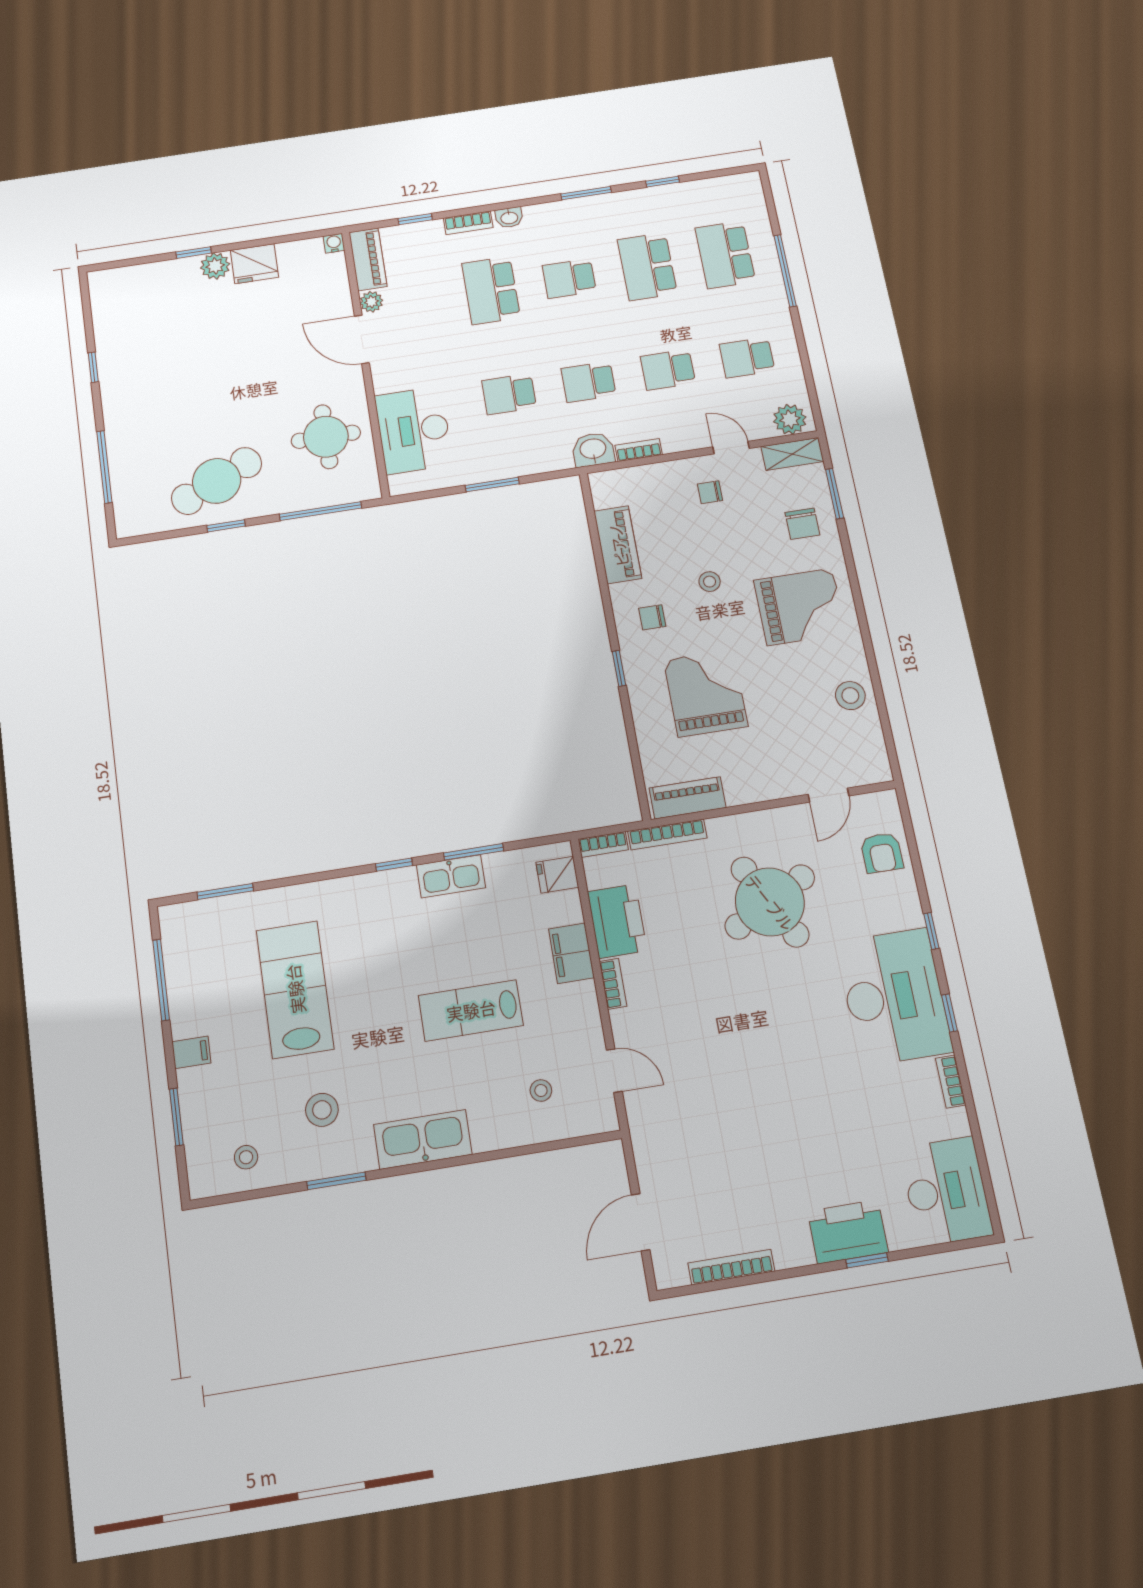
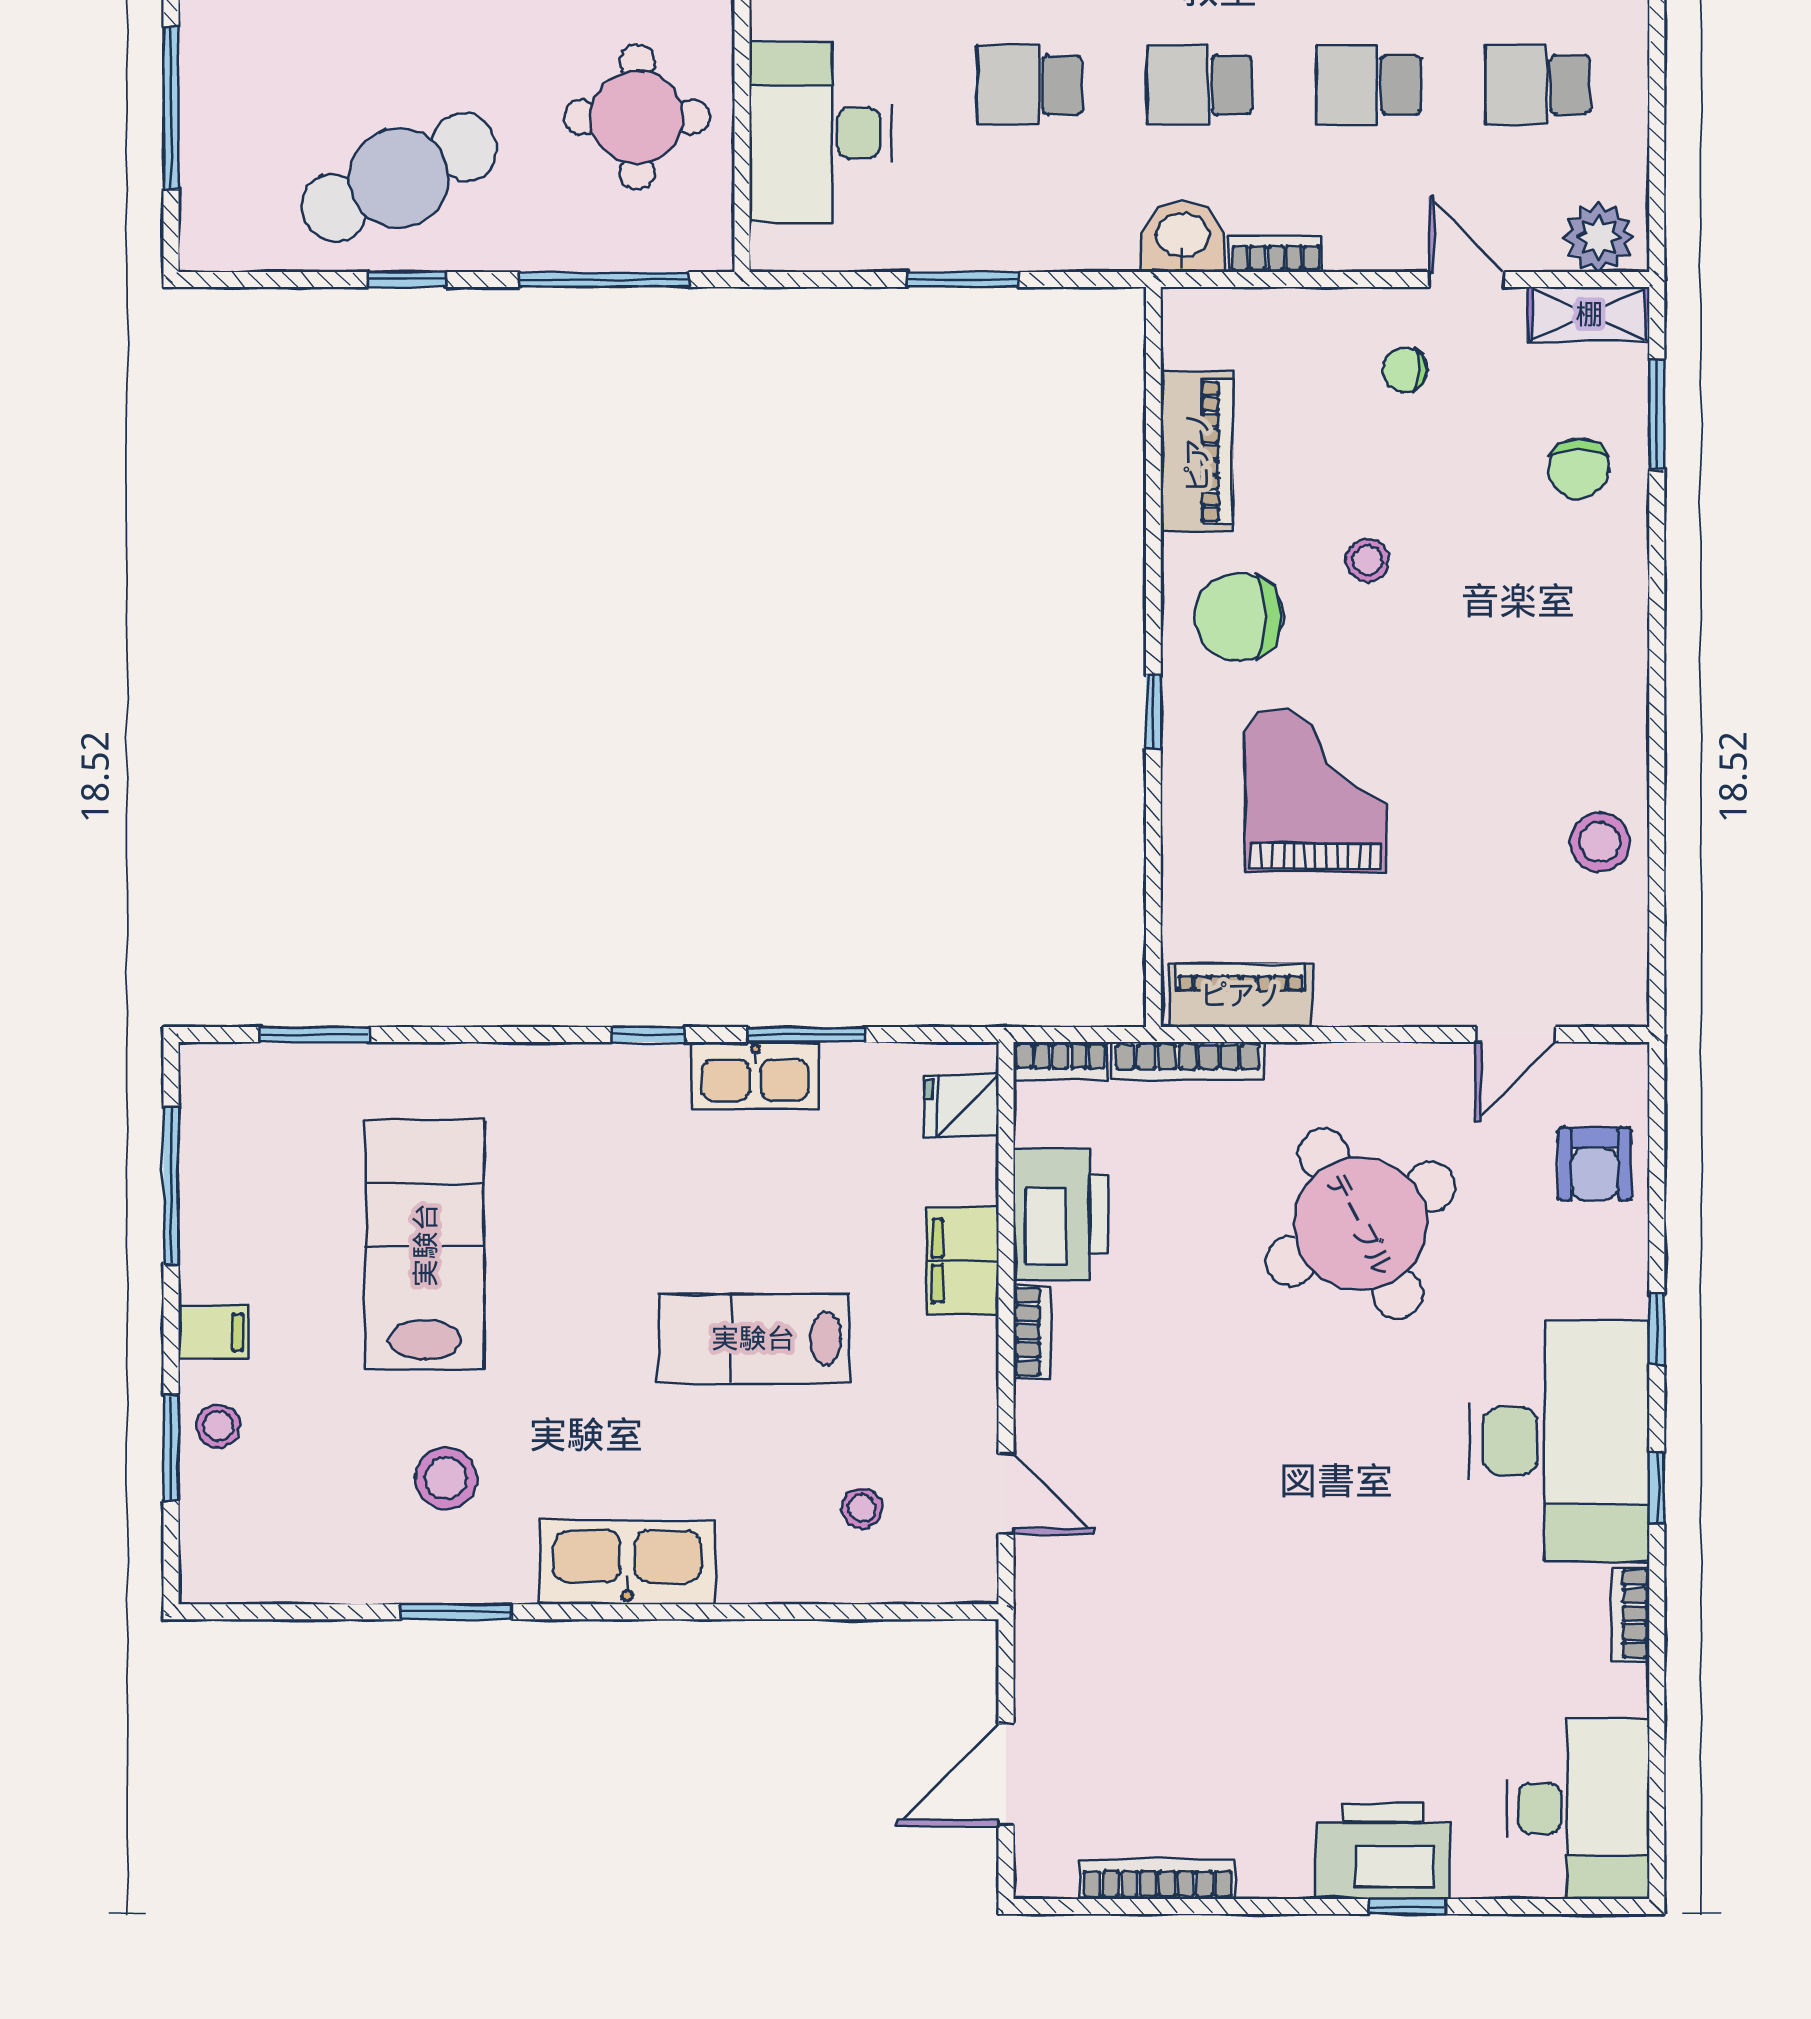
grand piano: (800, 607) -> (1538, 643), removed
chair: (652, 617) -> (1239, 617), width x1.87, depth x1.87
stool: (246, 1157) -> (218, 1426), moved

